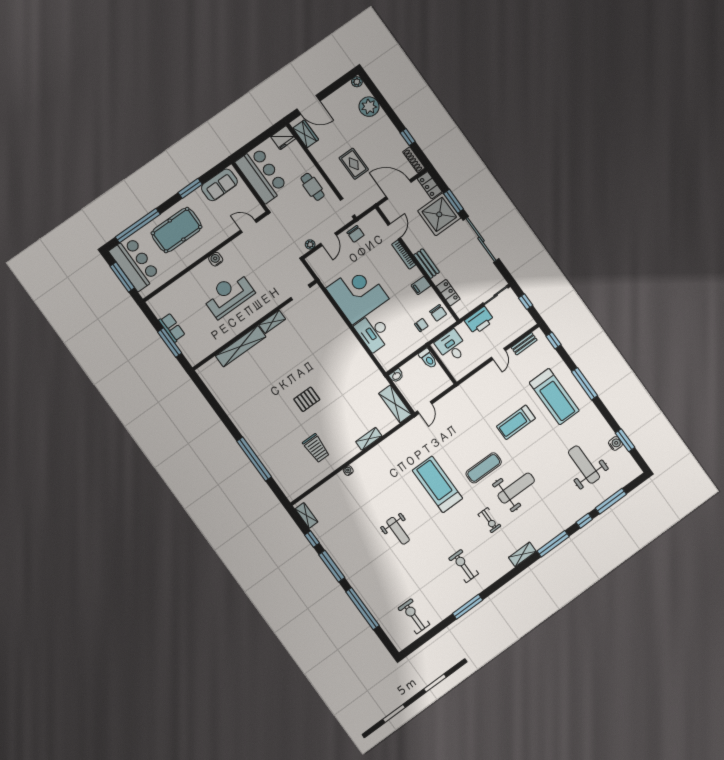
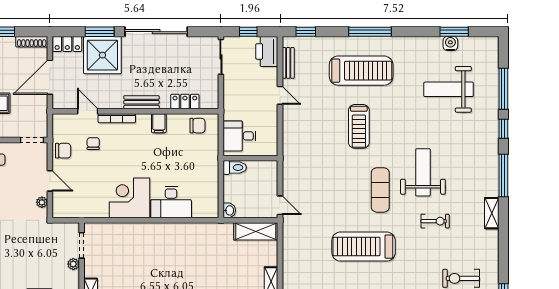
corner desk: (357, 293) -> (130, 198), width x0.74, depth x0.74
plant: (283, 296) -> (73, 264), added
printer: (479, 321) -> (267, 51), moved, turned 180
chair: (421, 325) -> (93, 144), moved

